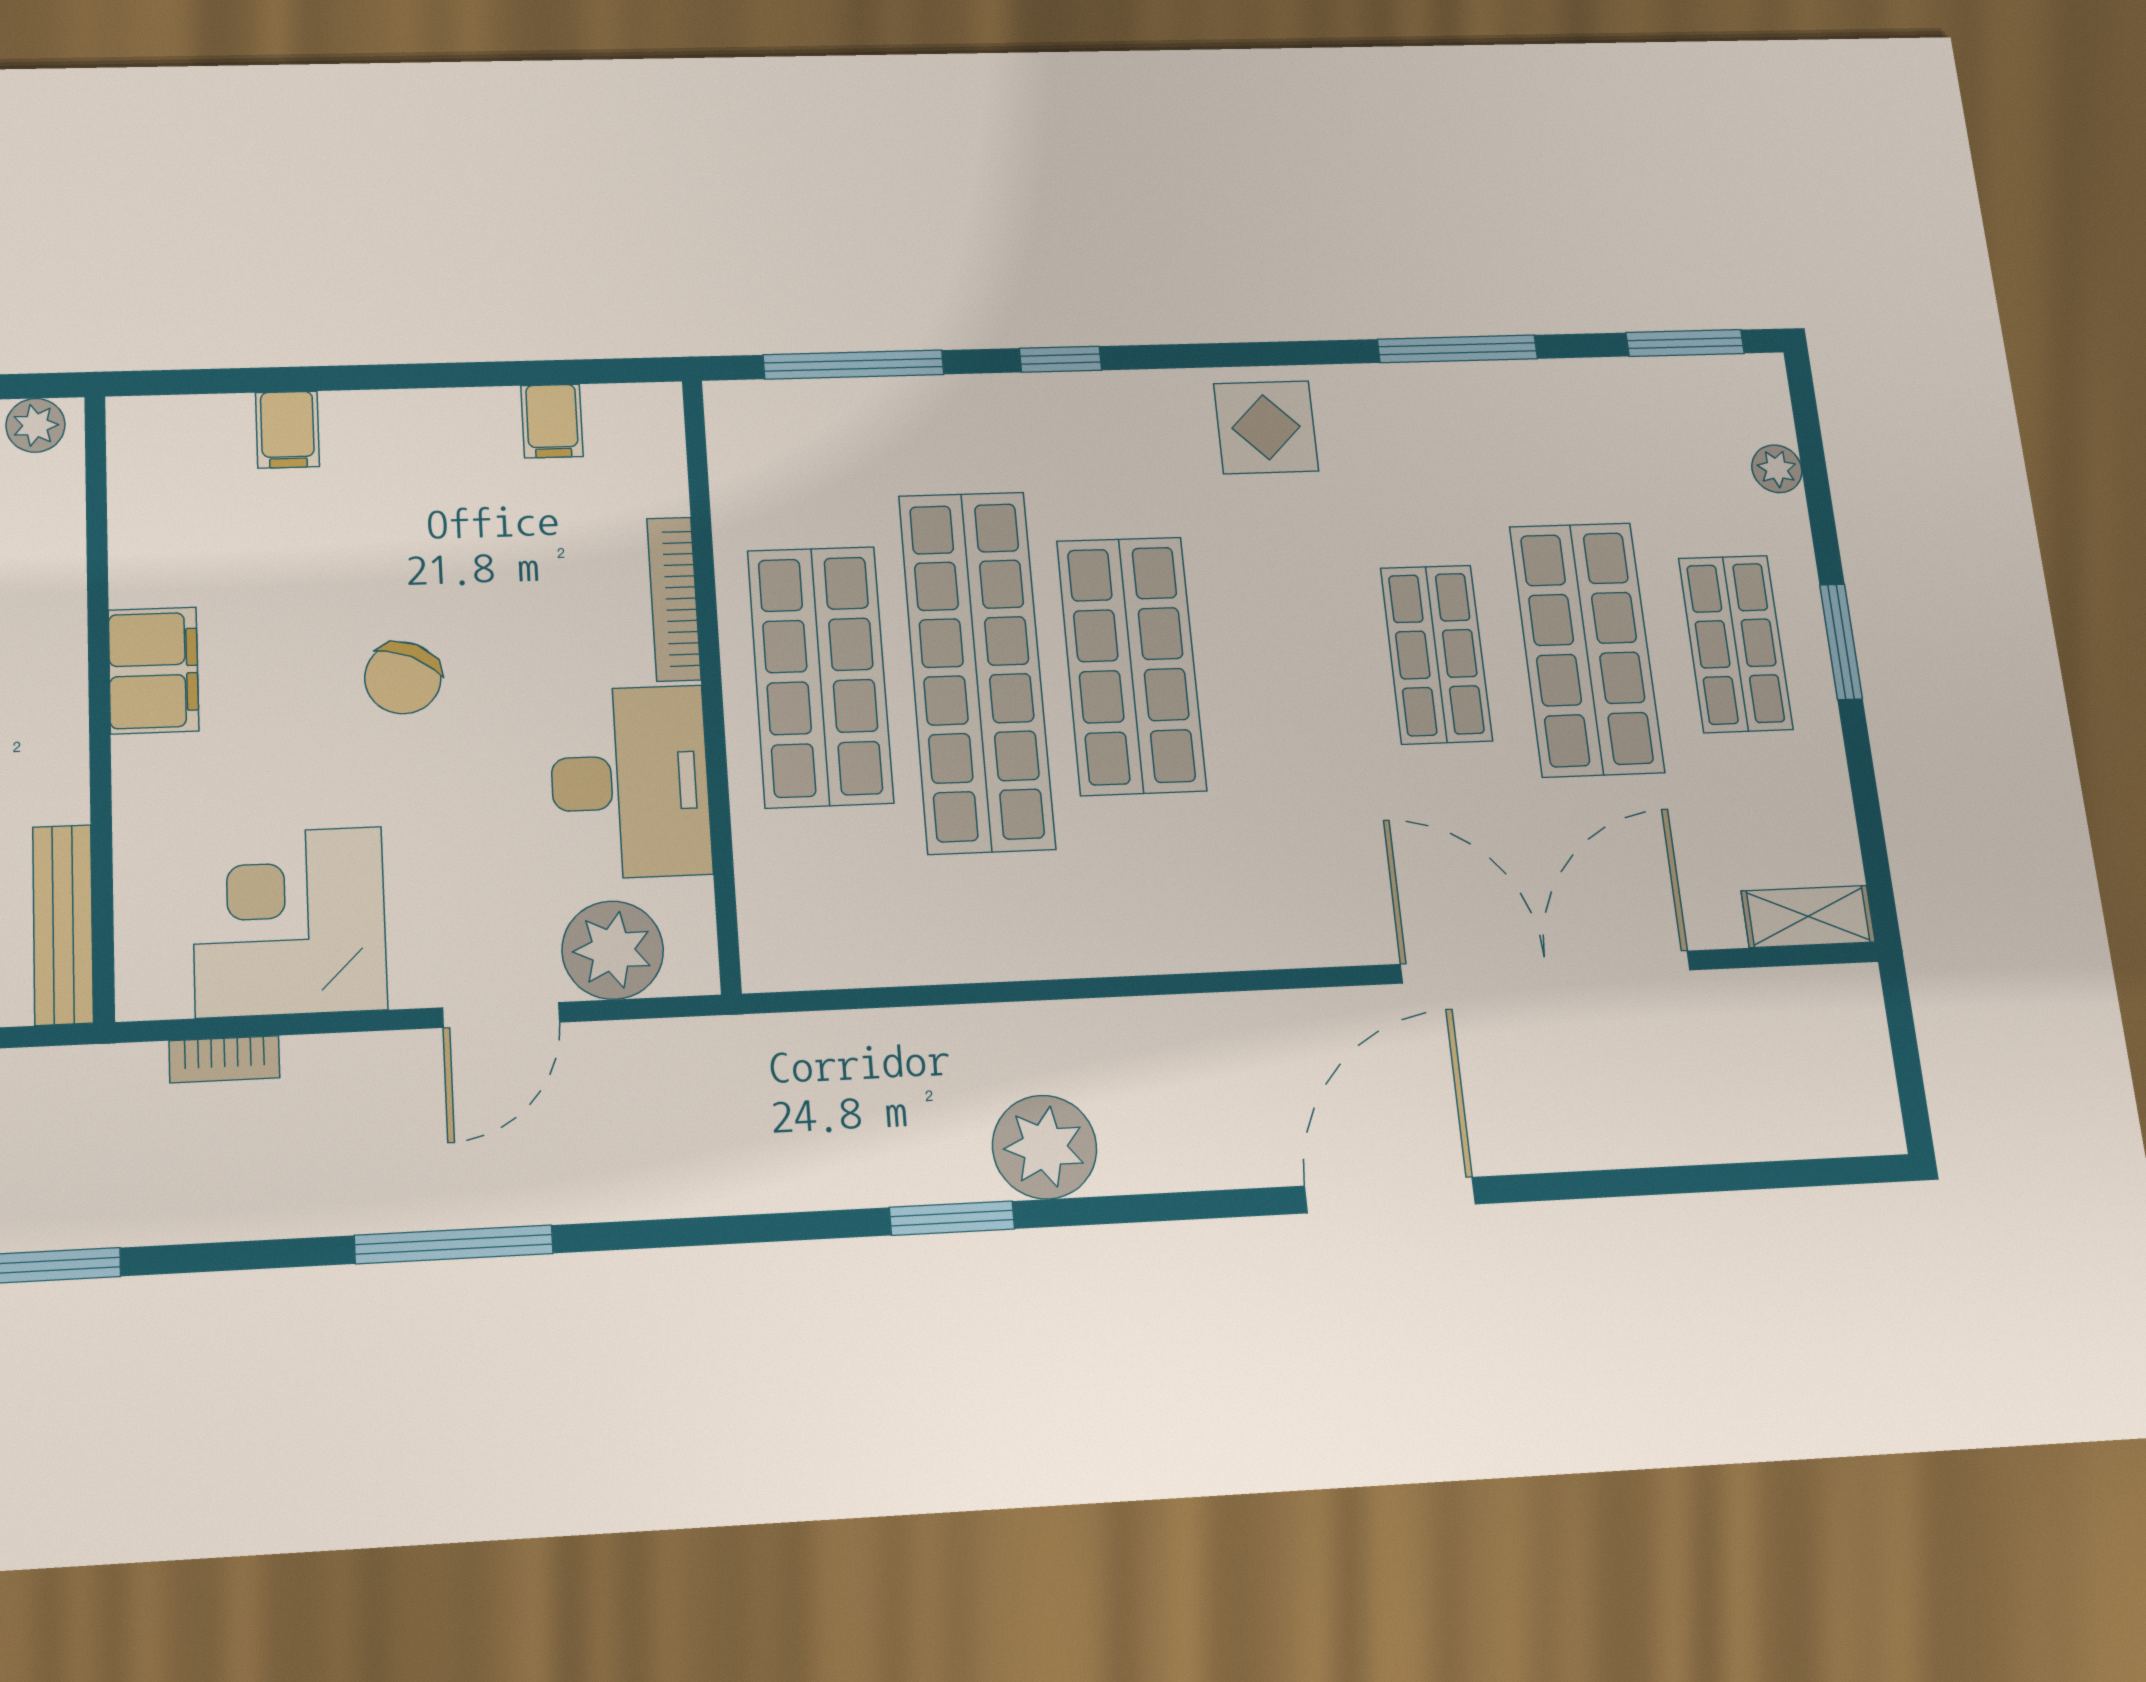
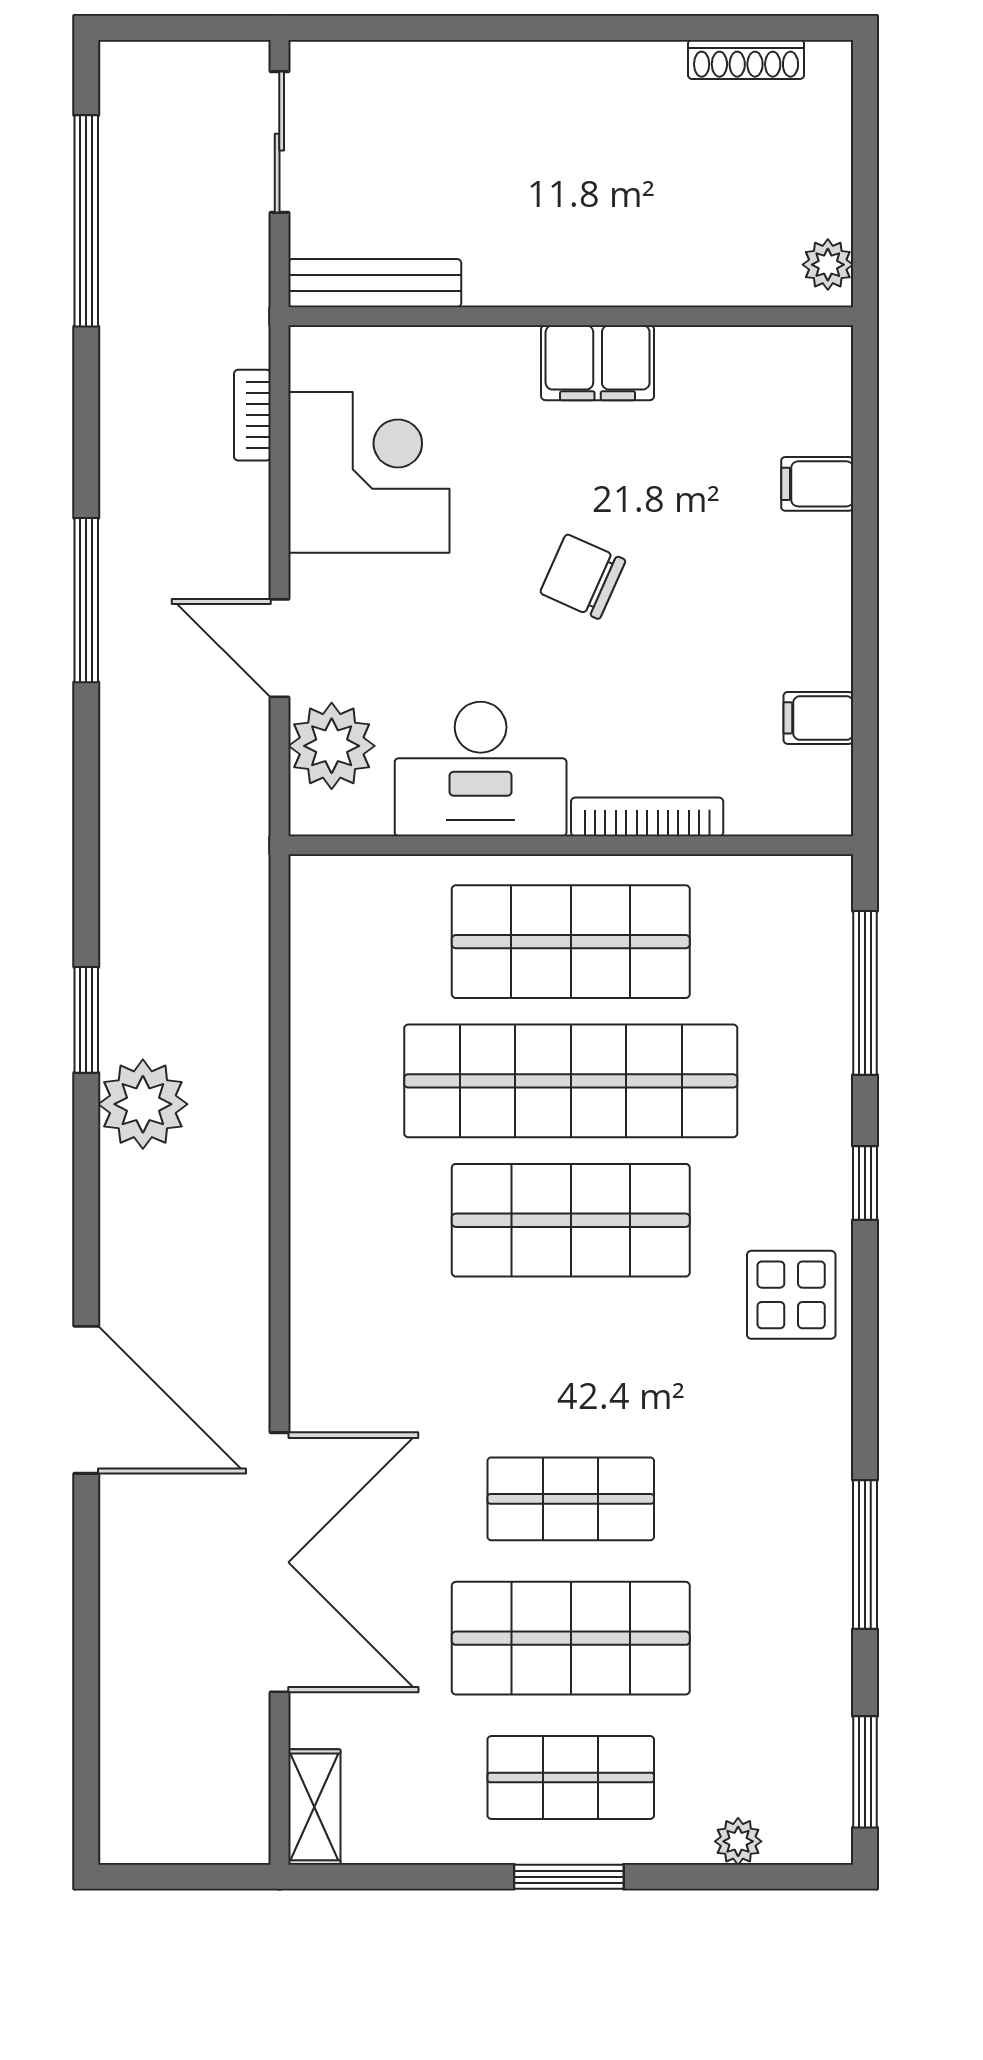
display table: (1266, 427) -> (791, 1295), moved

